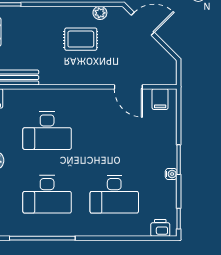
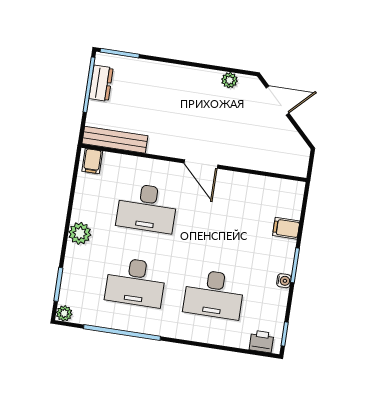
rug: (81, 39) -> (203, 107), removed
door: (128, 87) -> (201, 164), moved
filing cabinet: (160, 99) -> (286, 228), moved, turned 90

